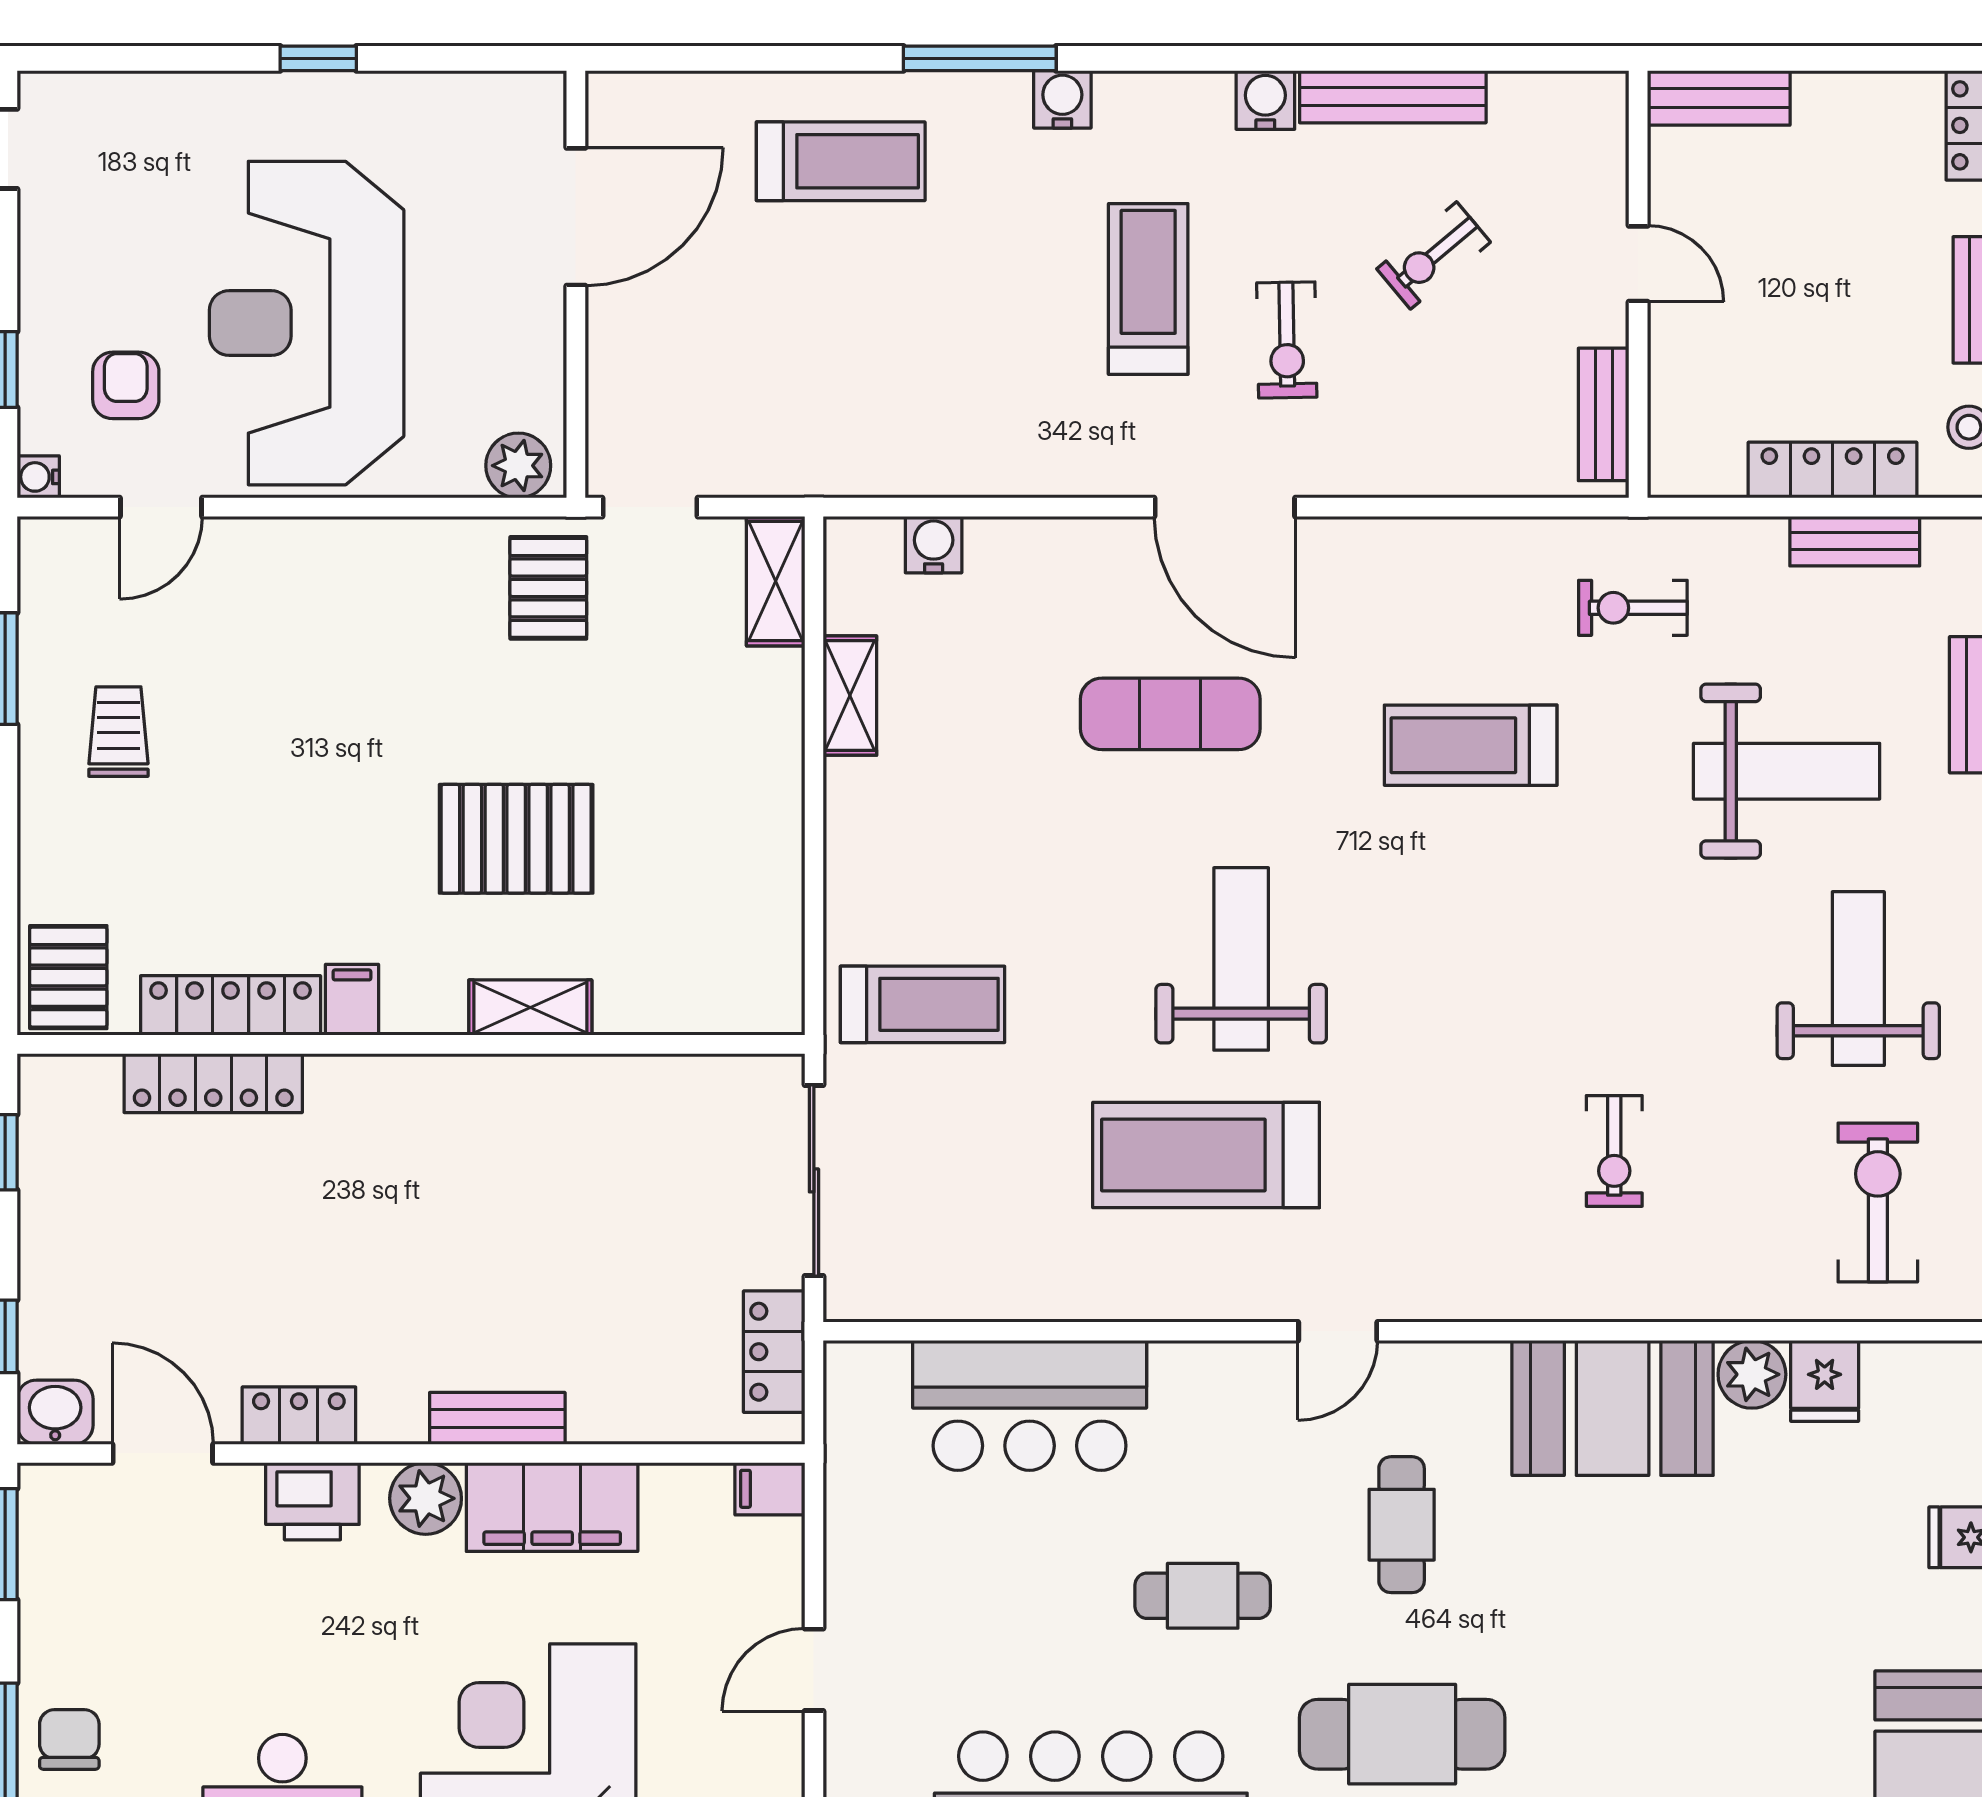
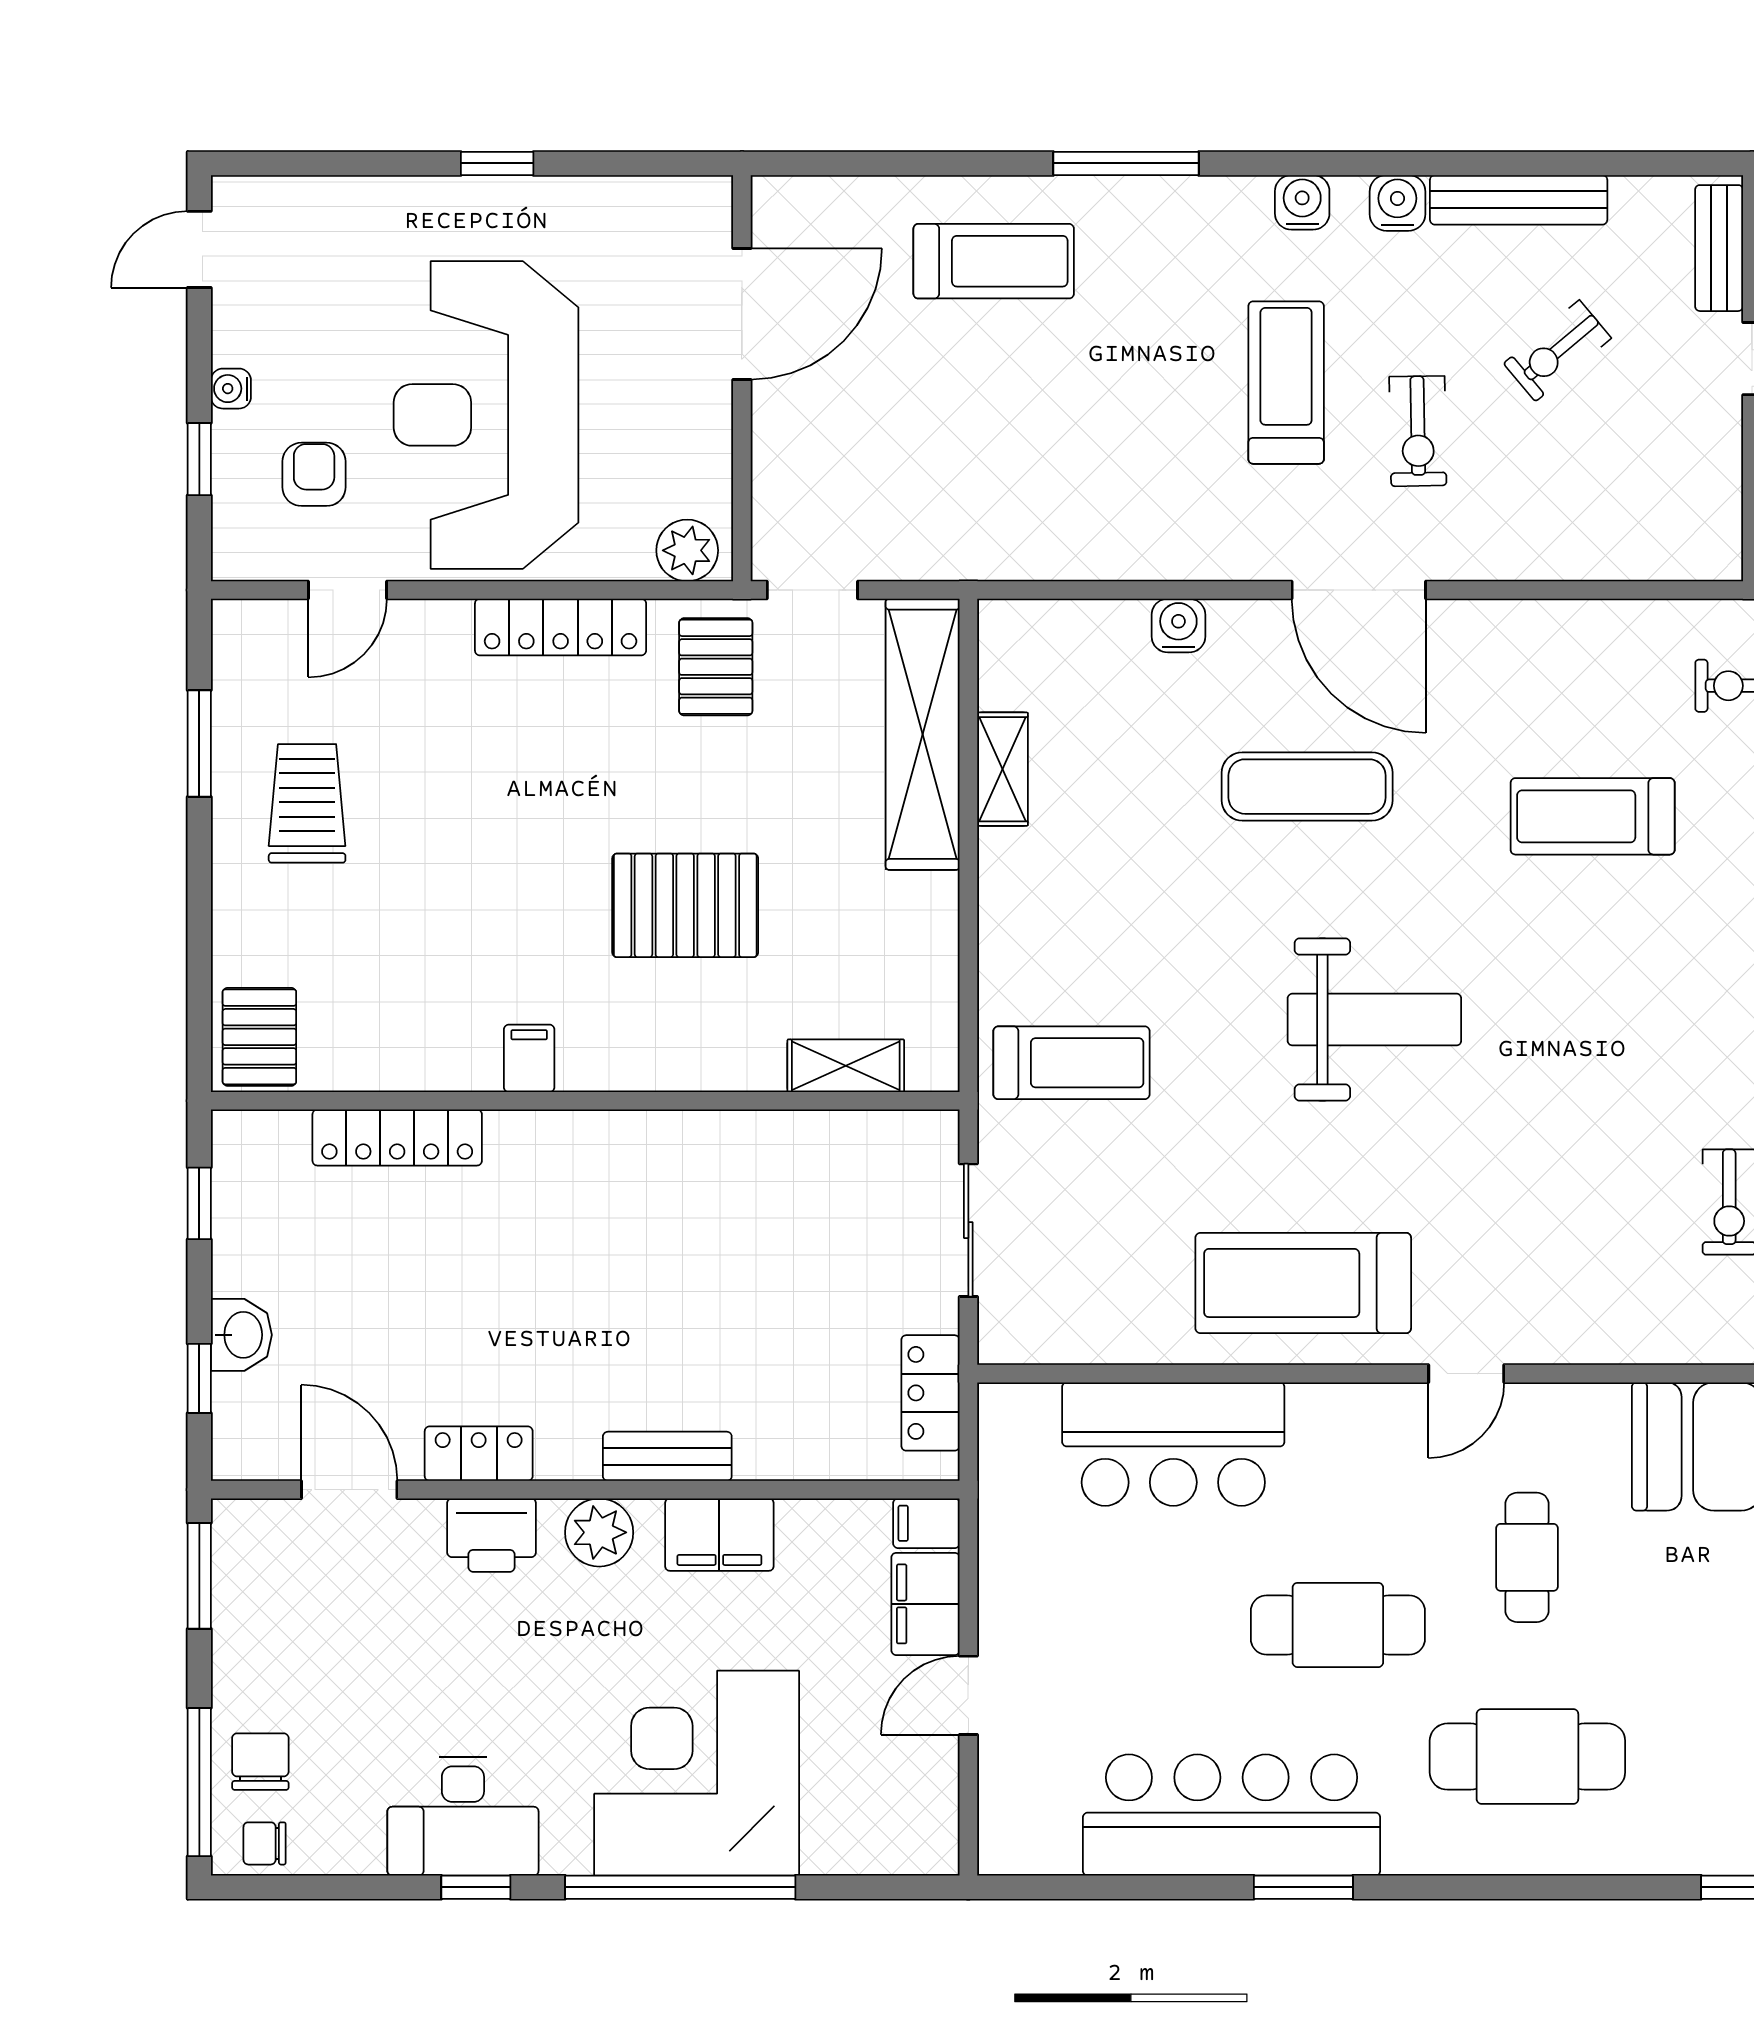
water cooler: (1062, 99) -> (1302, 202), moved
bench: (1604, 414) -> (1719, 248), moved
water cooler: (38, 477) -> (231, 389), moved
water cooler: (934, 545) -> (1178, 626), moved
shelving: (776, 581) -> (923, 734), width x2.20, depth x1.33
trolley: (118, 732) -> (307, 803), width x1.36, depth x1.39
weight bench: (1241, 959) -> (1374, 1020), turned 90
locker: (231, 1005) -> (561, 627), moved, turned 180
shelving: (530, 1008) -> (846, 1066), moved
treadmill: (1206, 1155) -> (1303, 1283), moved
sliding door: (814, 1180) -> (968, 1230), width x0.73
washbasin: (55, 1412) -> (241, 1335), moved, turned 90
filing cabinet: (552, 1507) -> (719, 1535), width x0.67, depth x0.86
filing cabinet: (769, 1574) -> (926, 1604), added
cafe table: (1203, 1596) -> (1338, 1625), width x1.37, depth x1.35

